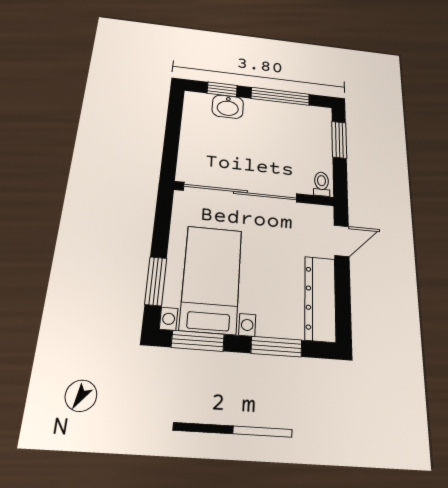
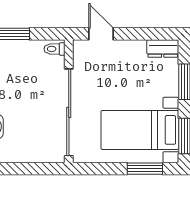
dresser: (320, 299) -> (163, 49), width x0.51, depth x0.80

